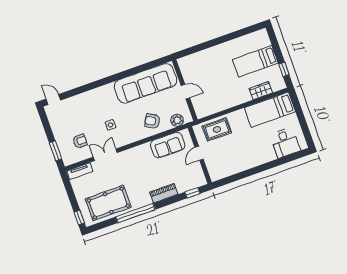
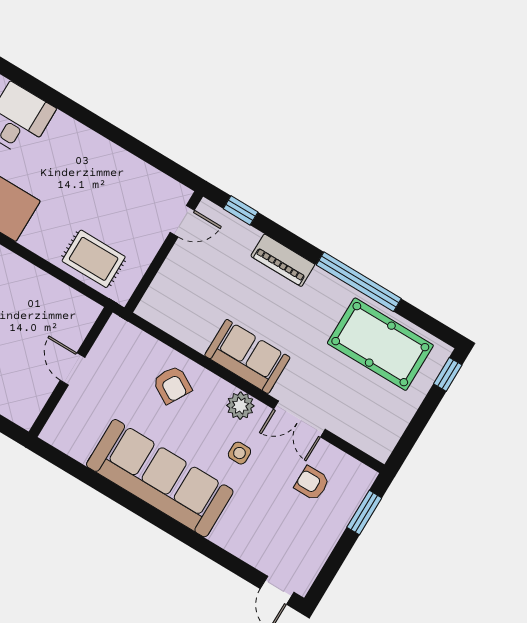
sofa: (145, 83) -> (160, 478), moved
plant: (177, 120) -> (240, 406), moved
sofa: (168, 145) -> (247, 356), moved
door: (199, 153) -> (182, 221), moved
tv unit: (80, 171) -> (365, 440), removed

